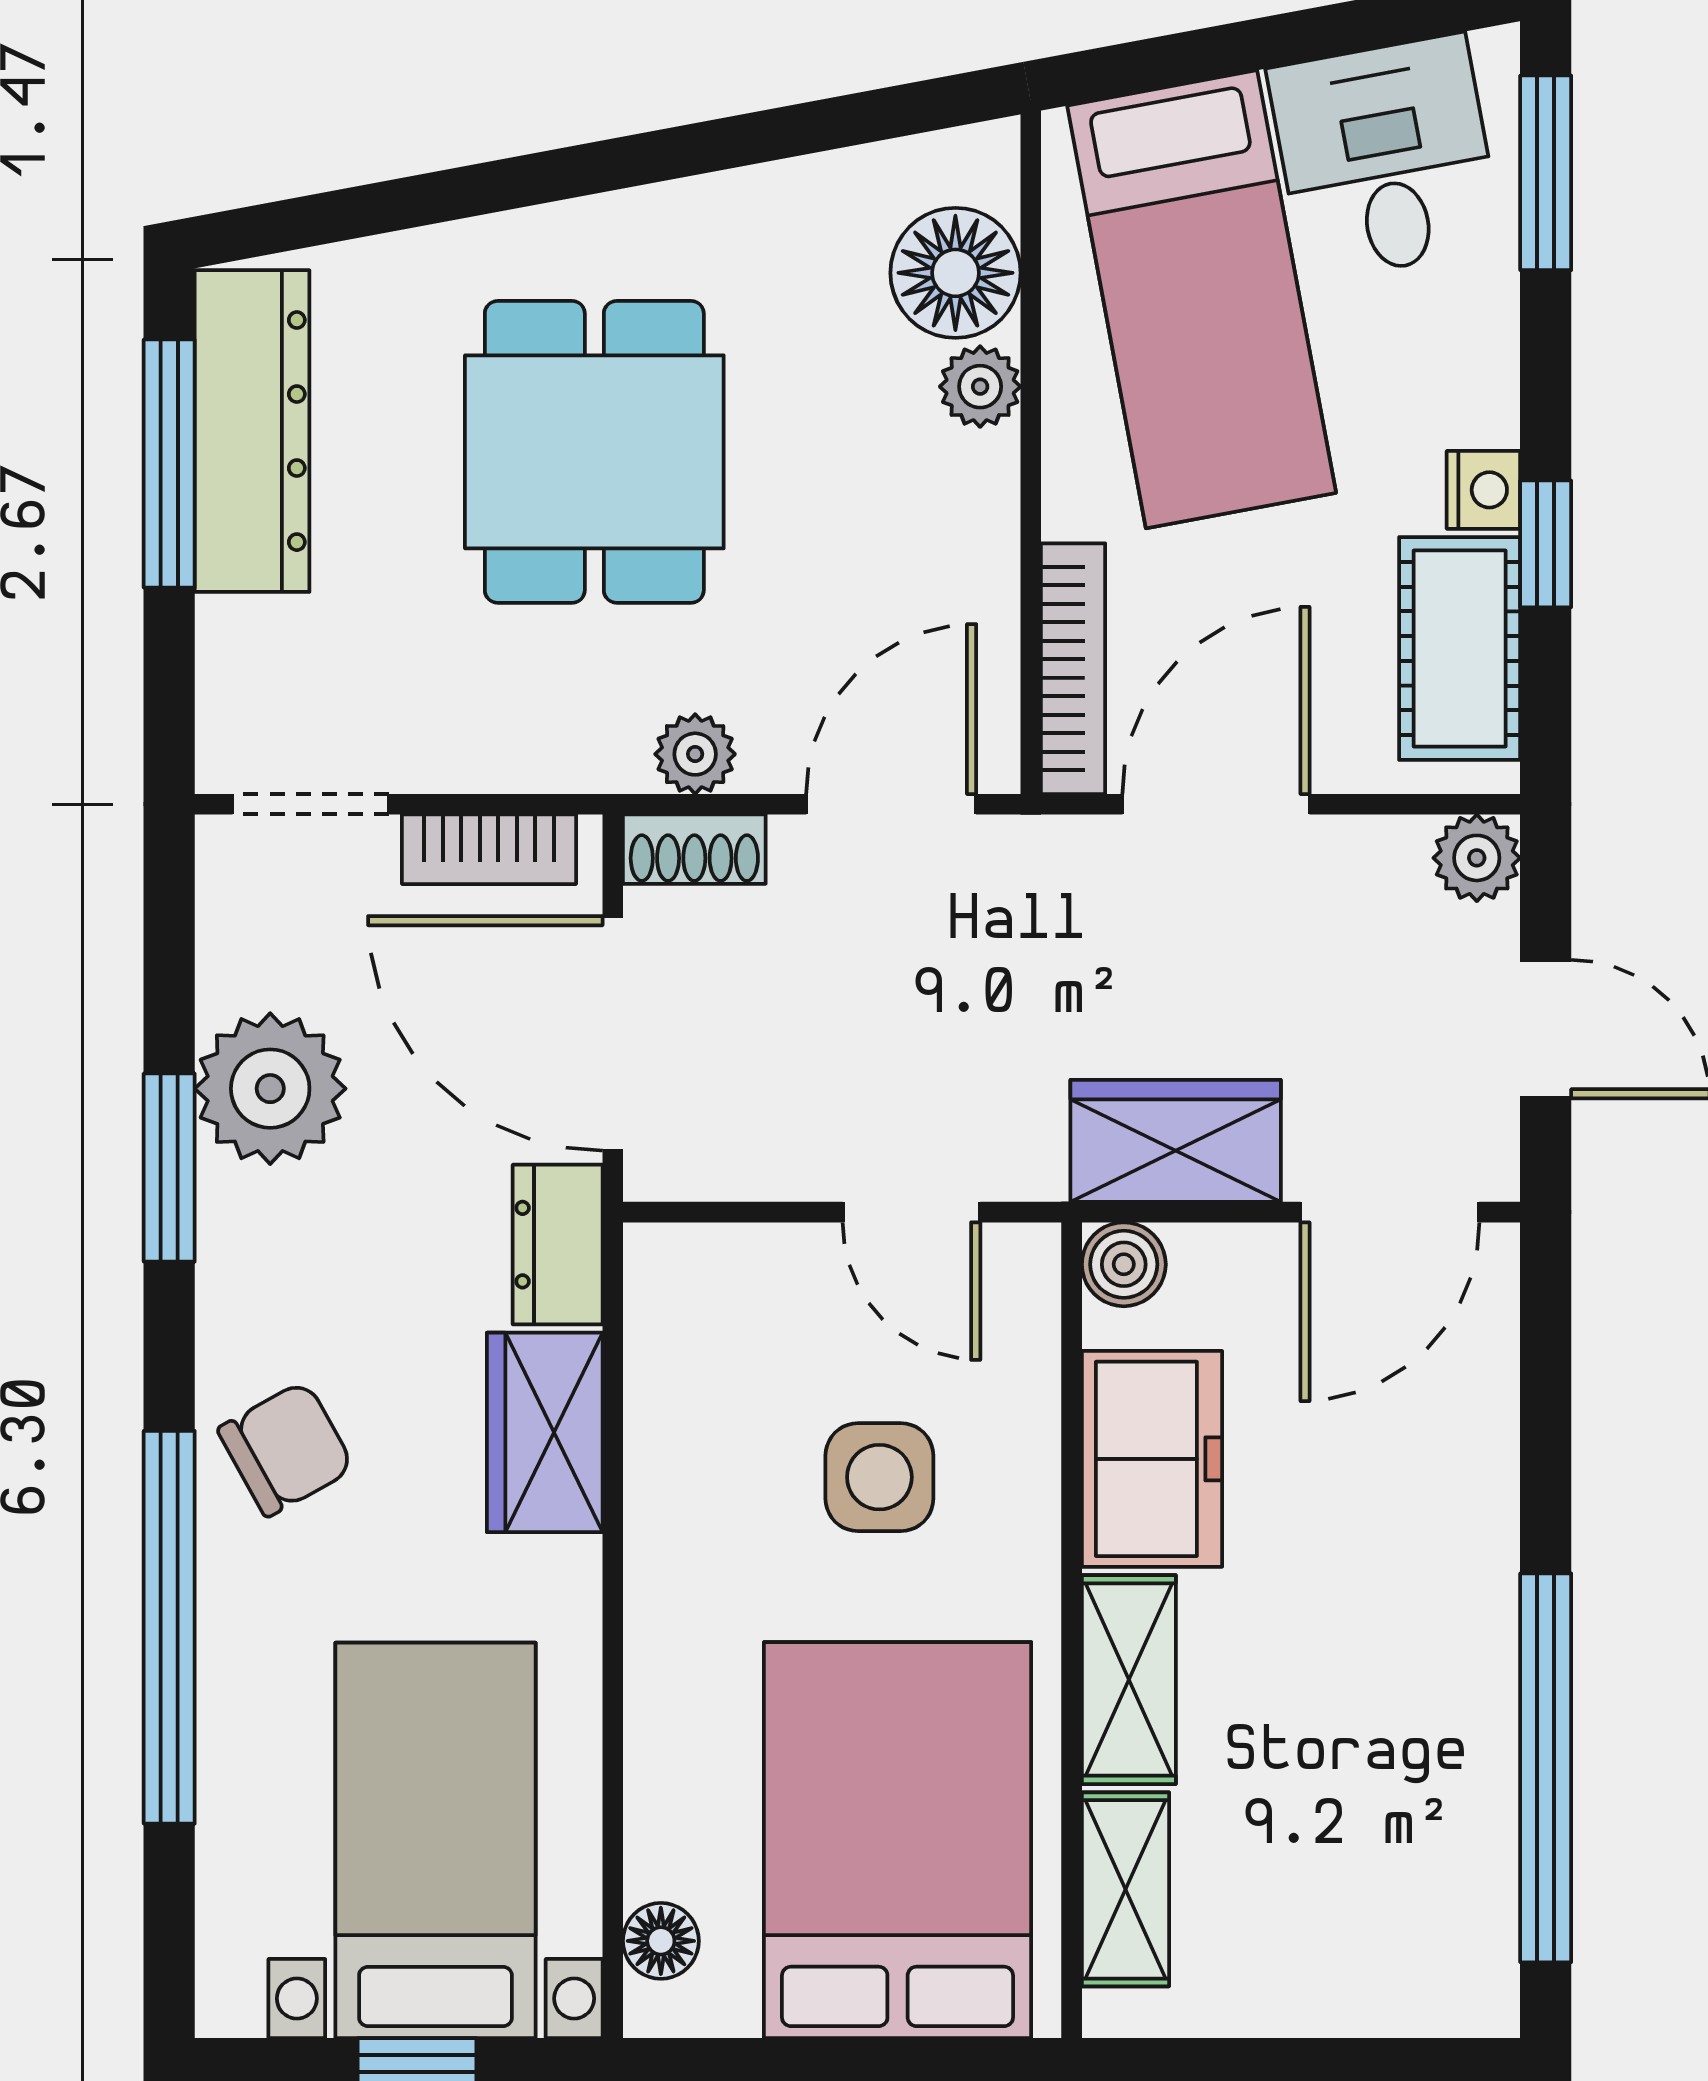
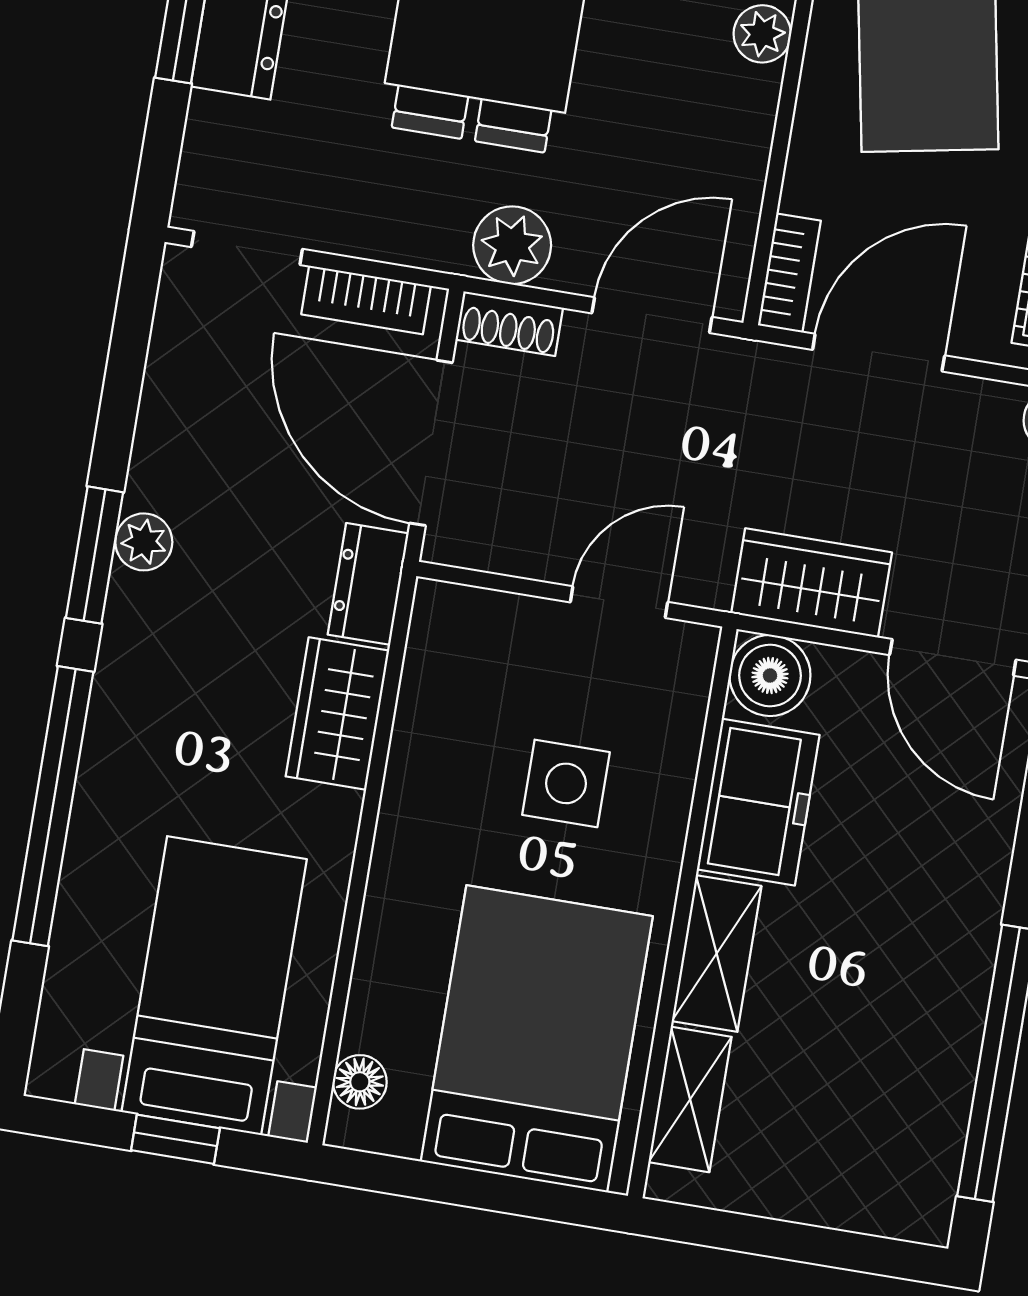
bookcase: (1073, 669) -> (789, 273), width x0.64
plant: (695, 754) -> (512, 245), width x1.38, depth x1.38
plant: (270, 1089) -> (144, 542), moved, width x0.53, depth x0.53
window: (169, 1168) -> (94, 555), moved
door: (911, 1212) -> (619, 602), swing flipped
door: (1390, 1212) -> (953, 657), hinge flipped
boiler: (1124, 1264) -> (770, 675), width x1.36, depth x1.36
chair: (286, 1449) -> (155, 695), removed

